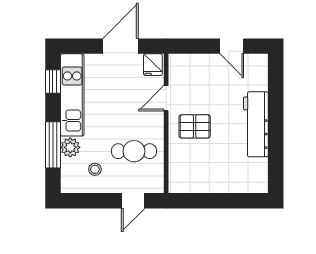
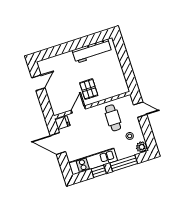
window: (53, 82) -> (99, 171), moved
door: (166, 98) -> (78, 110), swing flipped
workbench: (256, 124) -> (92, 51), moved
plant: (70, 147) -> (142, 147), moved

